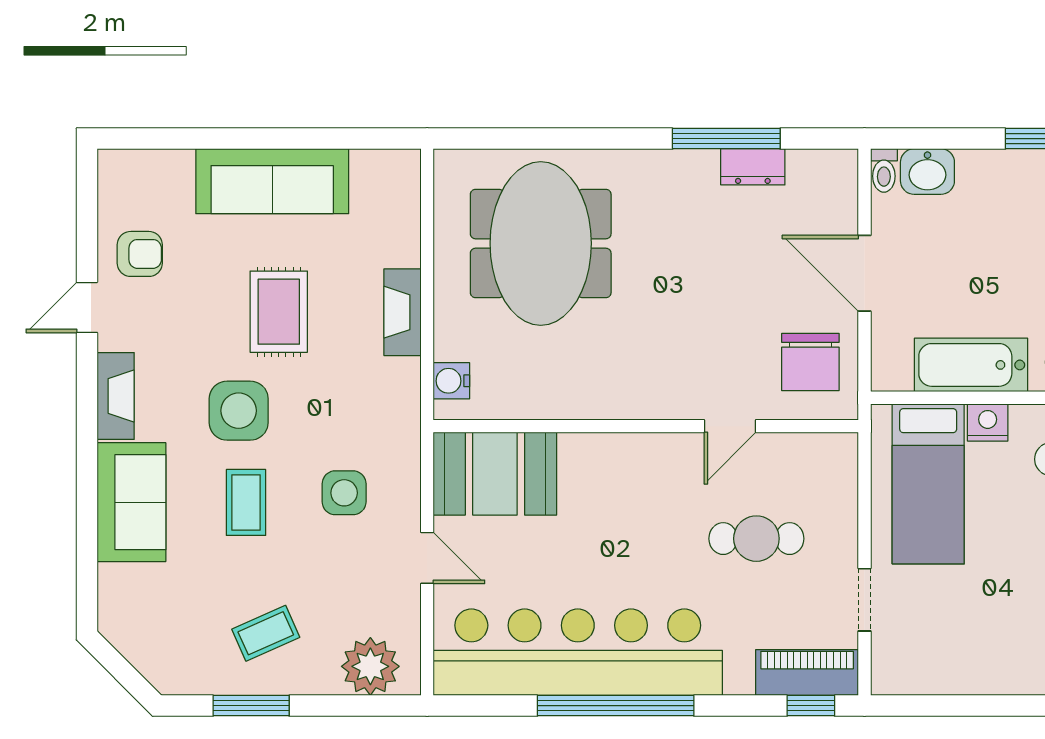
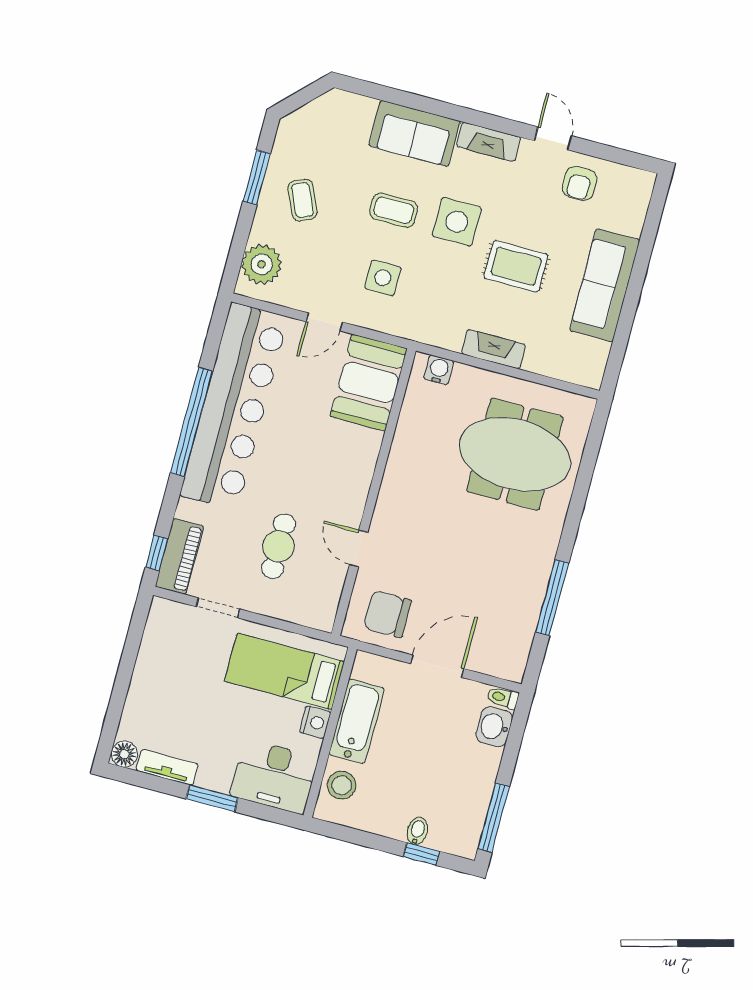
dresser: (753, 167) -> (529, 610), removed

